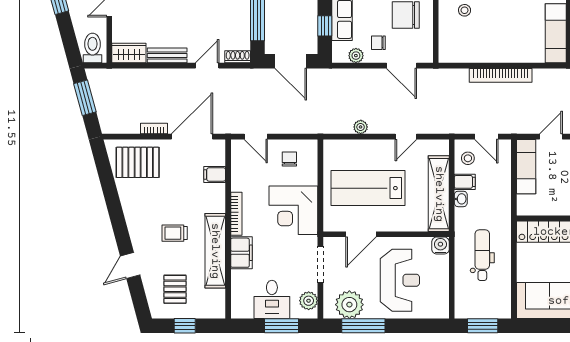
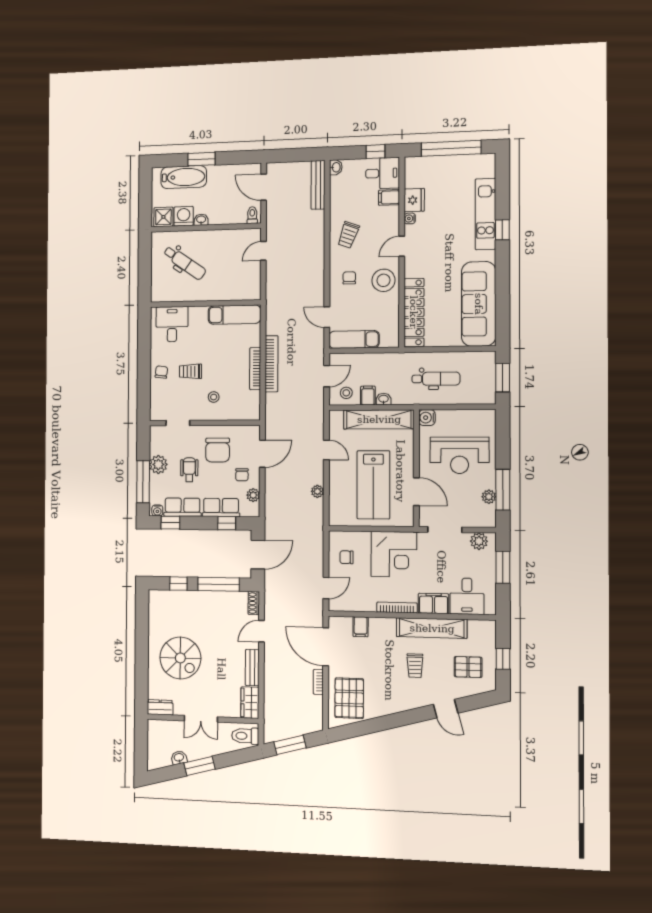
bookcase: (496, 57) -> (255, 369), added
door: (207, 66) -> (262, 631), hinge flipped
dental chair: (482, 255) -> (436, 379), turned 180
reception desk: (400, 280) -> (460, 455), turned 180
desk: (272, 299) -> (467, 596), moved, turned 90
plant: (349, 305) -> (489, 497), width x0.53, depth x0.53

